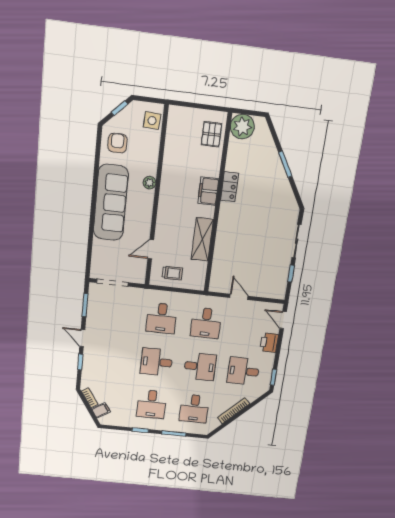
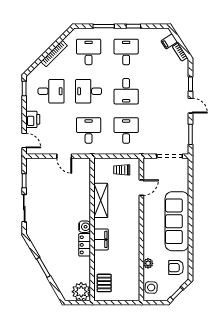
armchair: (117, 143) -> (176, 268), turned 90
plant: (149, 183) -> (148, 263), moved
water cooler: (226, 209) -> (85, 227), added
desk: (156, 362) -> (126, 91), turned 90

